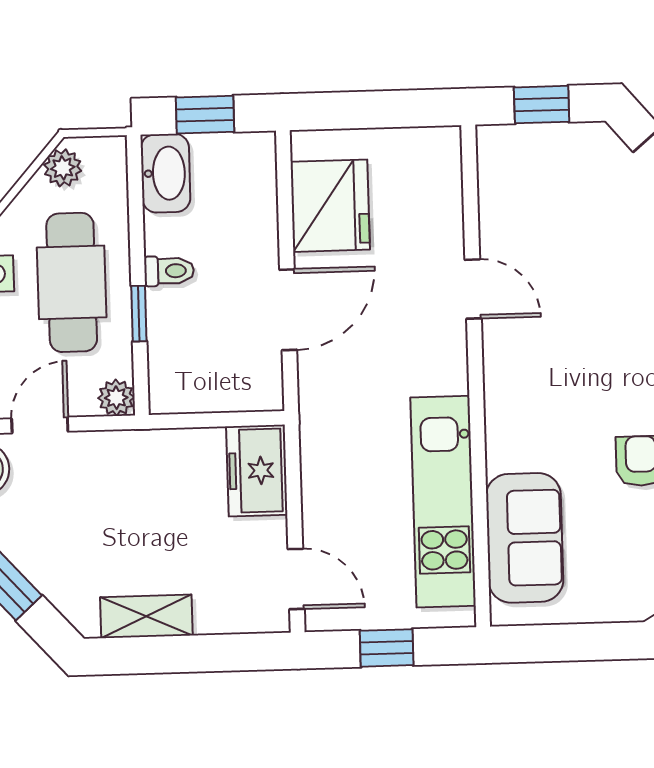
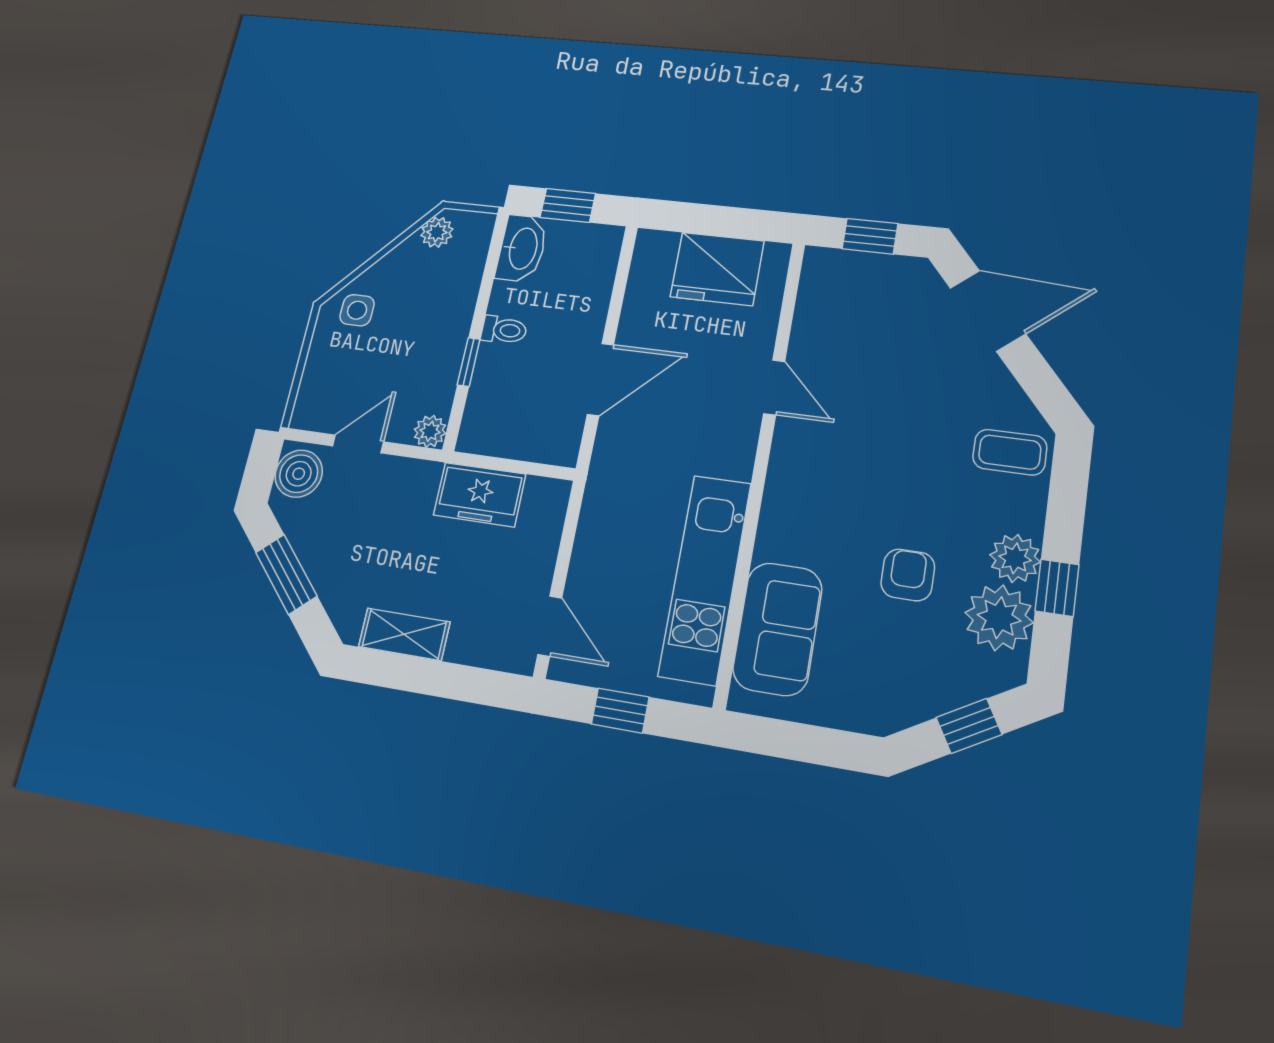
fridge: (330, 206) -> (717, 269), moved, turned 90
cafe table: (72, 282) -> (419, 327), removed
freezer: (257, 471) -> (480, 495), moved, turned -90

